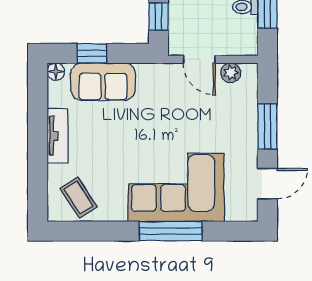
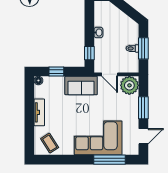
plant: (231, 73) -> (129, 85), width x1.87, depth x1.87
sofa: (103, 82) -> (81, 86), moved
window: (171, 231) -> (110, 160), moved

